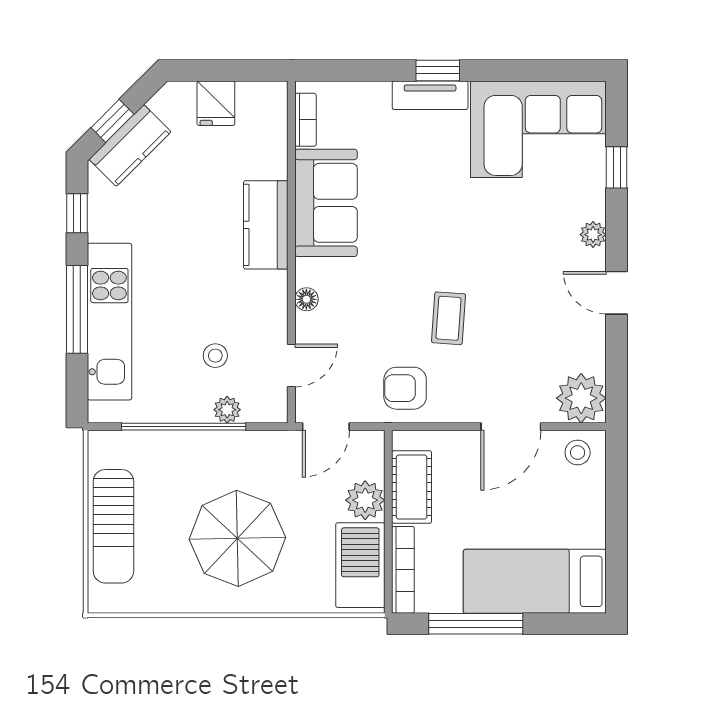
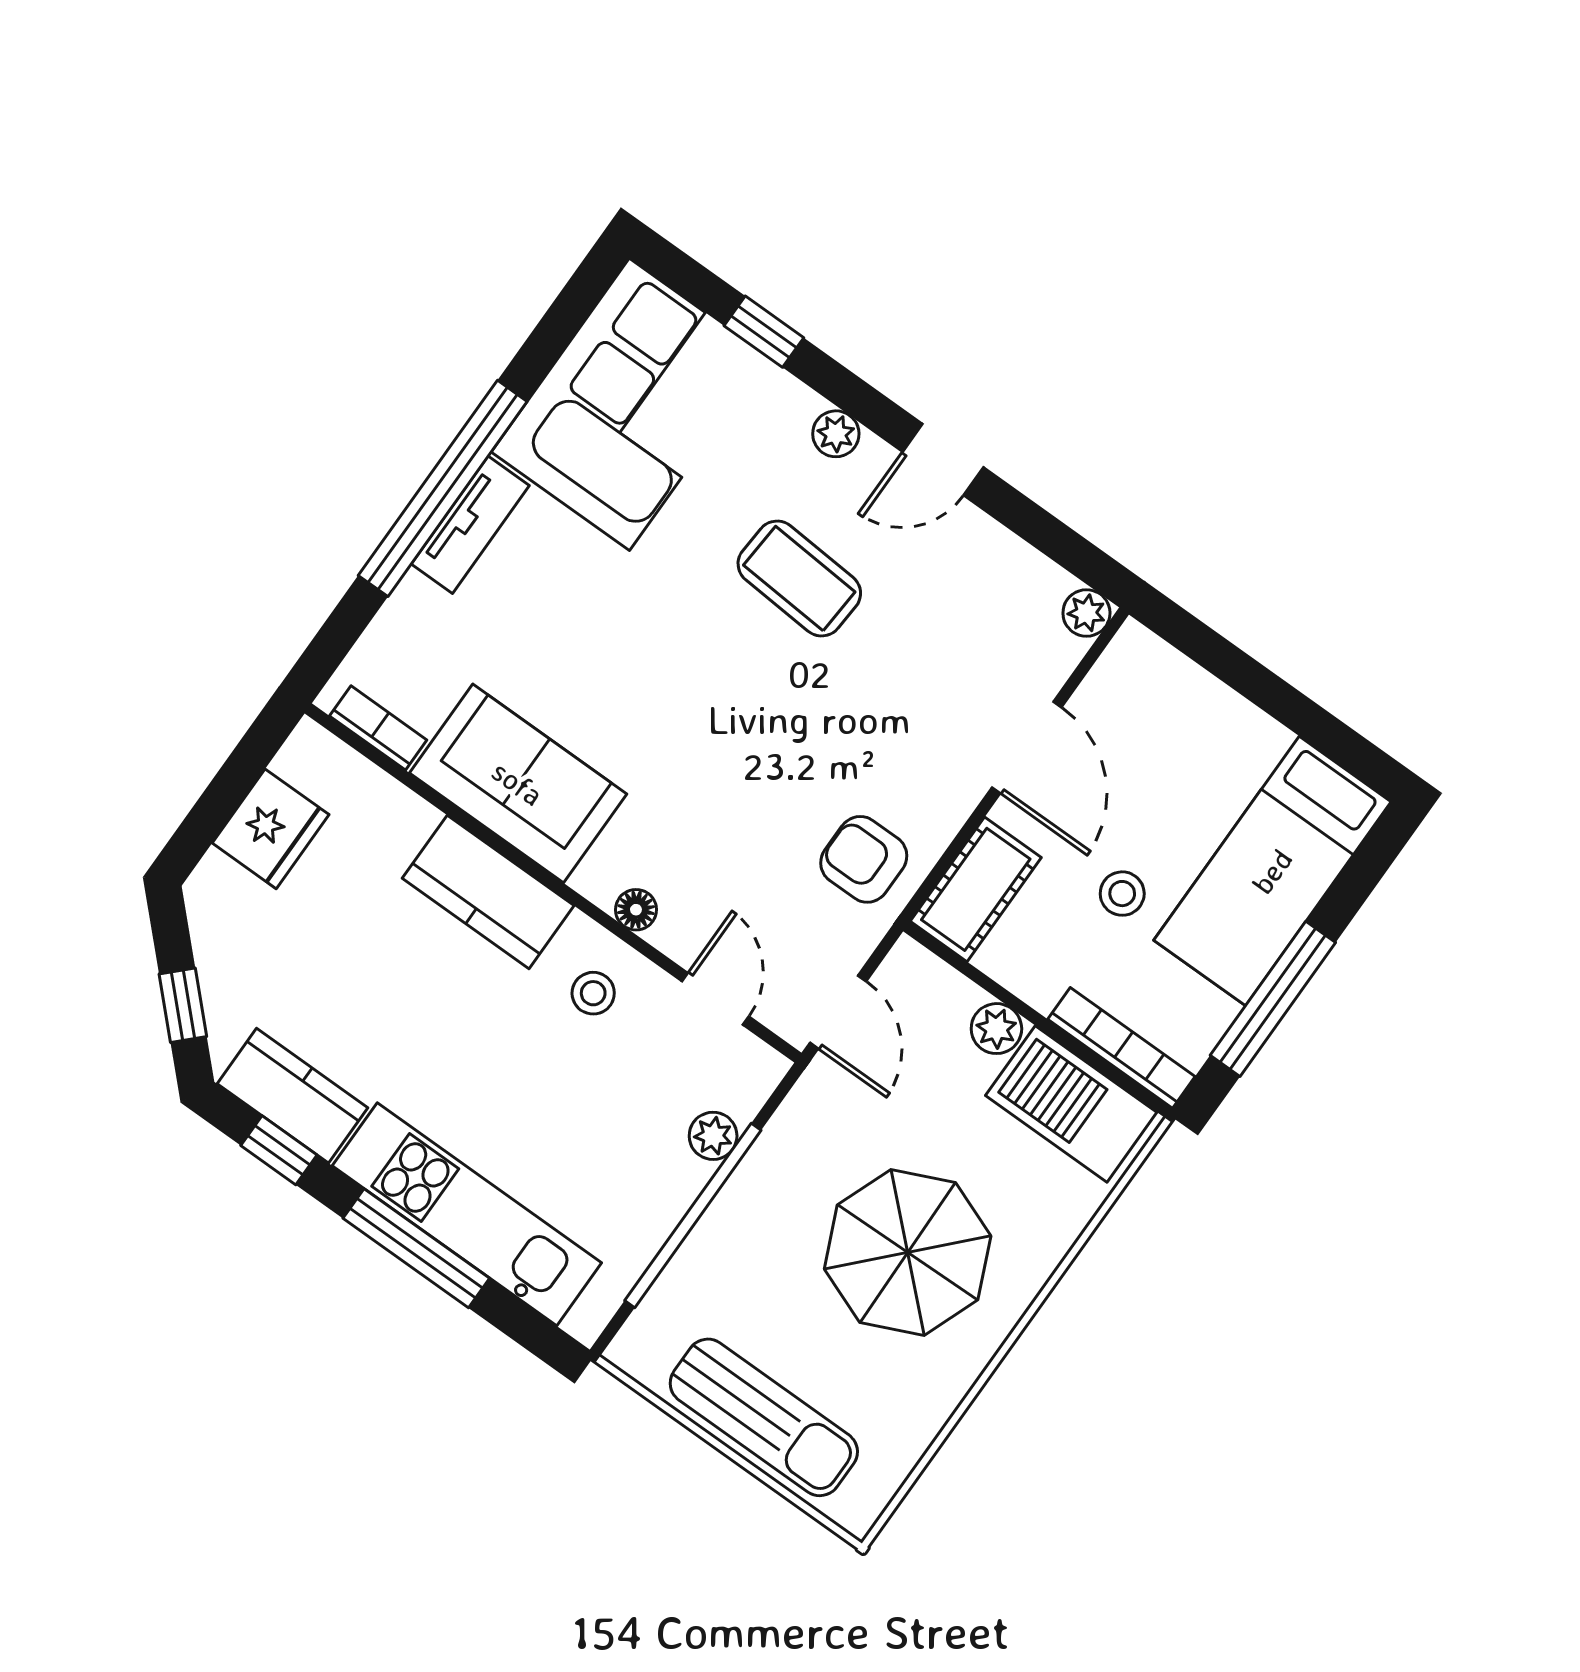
window: (438, 70) -> (443, 488), width x3.17
fridge: (216, 103) -> (271, 829), width x1.38
kitchen counter: (130, 145) -> (292, 1096), moved, turned -45
coffee table: (449, 318) -> (799, 579), moved, width x1.36, depth x1.30
stool: (215, 356) -> (593, 993), moved
armchair: (405, 388) -> (864, 859), turned 90
plant: (581, 398) -> (1086, 613), width x0.53, depth x0.53
stool: (578, 453) -> (1122, 894), moved
cot: (412, 487) -> (976, 889), moved, turned 90
plant: (365, 500) -> (996, 1029), width x0.73, depth x0.73

